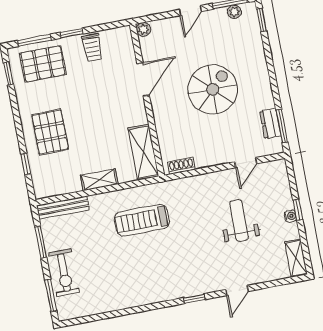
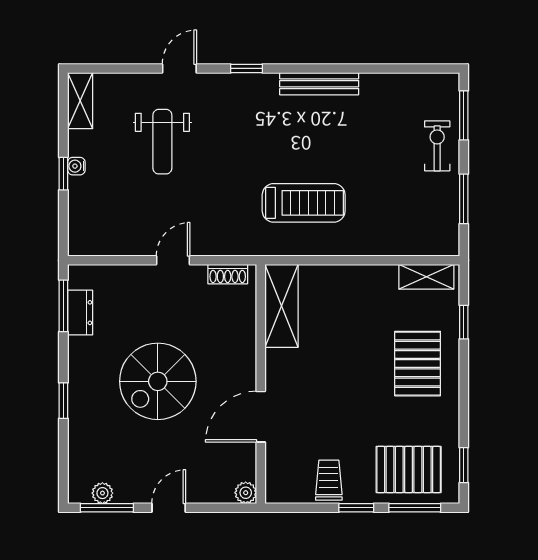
window: (262, 20) -> (63, 401), moved
door: (246, 163) -> (173, 260), moved
shelving: (99, 180) -> (426, 277), moved
bench: (63, 208) -> (319, 84), moved
weight bench: (239, 221) -> (162, 142), moved
exercise bike: (64, 273) -> (437, 146), width x0.73, depth x0.72

